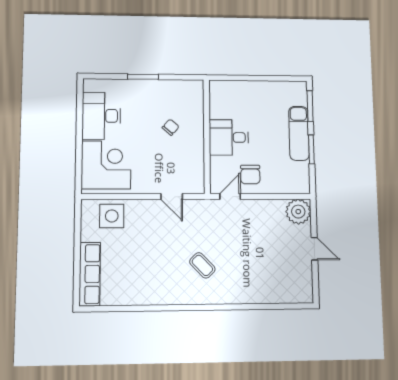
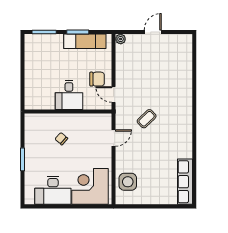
exam couch: (299, 133) -> (85, 41), moved
plant: (298, 212) -> (121, 39), width x0.53, depth x0.53
coffee table: (202, 265) -> (147, 119), moved
row of seats: (90, 274) -> (185, 182), moved, turned -90

